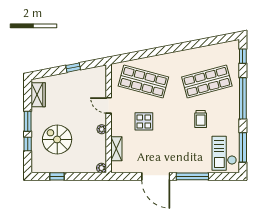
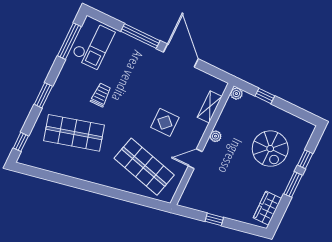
window: (243, 98) -> (43, 95), width x0.47
door: (109, 105) -> (195, 159), swing flipped
window: (57, 176) -> (265, 96), moved

